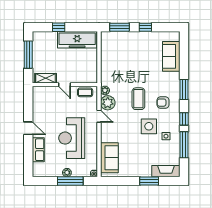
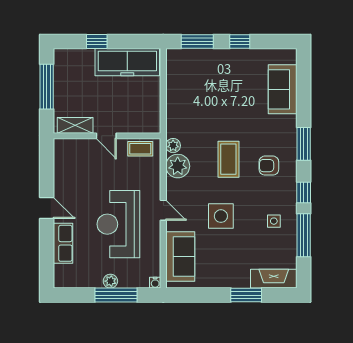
door: (99, 116) -> (163, 210), moved
side table: (149, 126) -> (221, 216), moved

